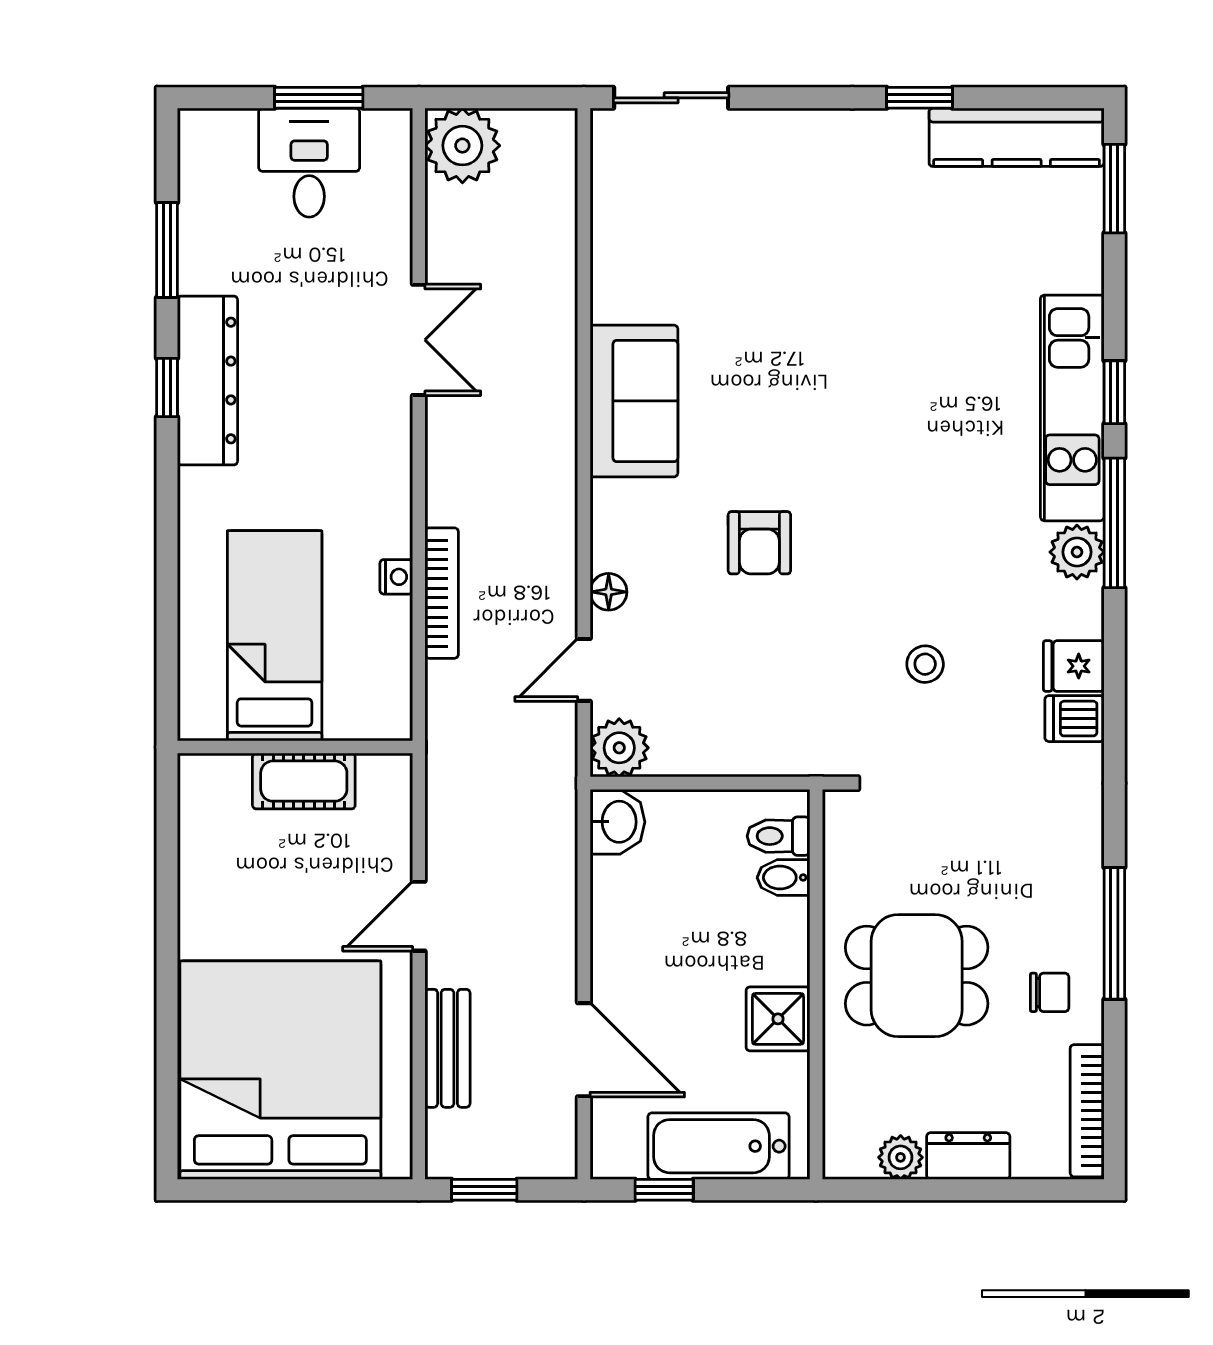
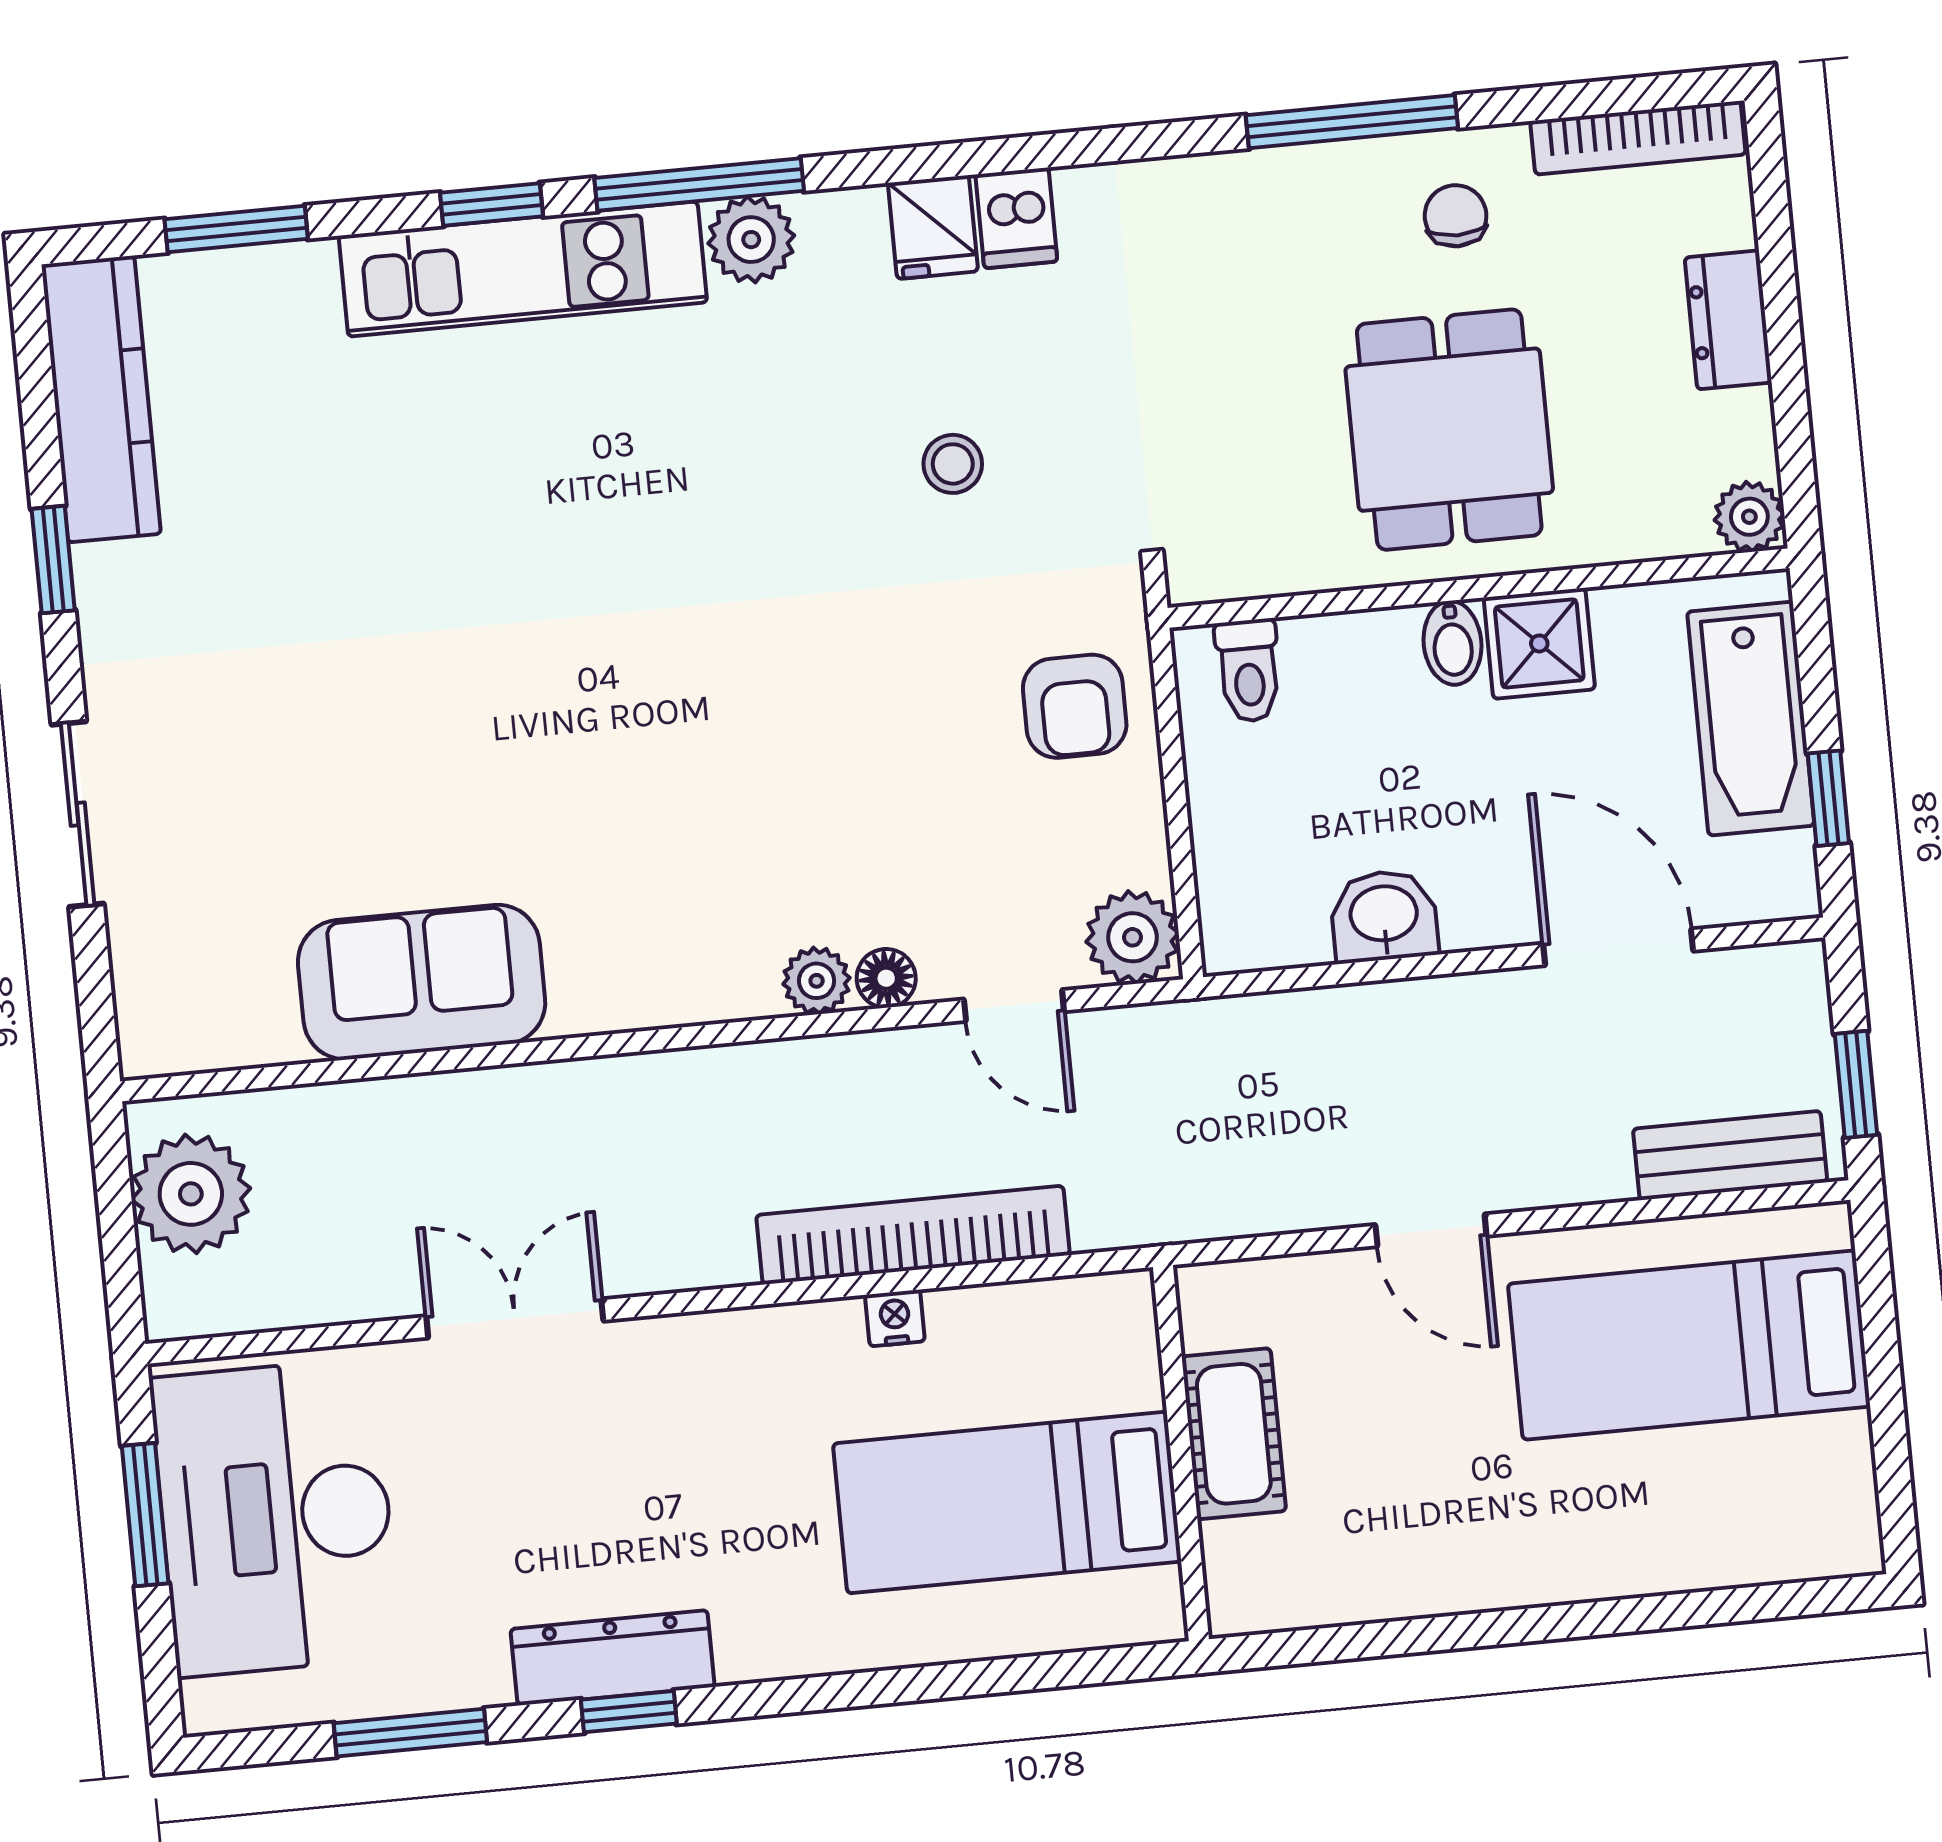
sliding door: (671, 98) -> (78, 814), moved
plant: (462, 146) -> (191, 1194), moved
desk: (309, 163) -> (276, 1517), width x1.87, depth x1.30
window: (1114, 189) -> (236, 229), moved
dresser: (207, 380) -> (613, 1658), width x0.73, depth x0.80
sofa: (634, 401) -> (422, 982), moved
armchair: (759, 543) -> (1075, 706), moved, turned 90
plant: (611, 548) -> (817, 981), added
bookcase: (442, 593) -> (913, 1235), width x1.48, depth x1.31
washbasin: (617, 822) -> (1384, 916), moved
bidet: (784, 878) -> (1453, 643), moved
bench: (447, 1048) -> (1730, 1155), moved
door: (584, 1050) -> (1618, 947), hinge flipped
bed: (280, 1070) -> (1689, 1345), width x0.49
plant: (901, 1157) -> (1749, 517), moved

